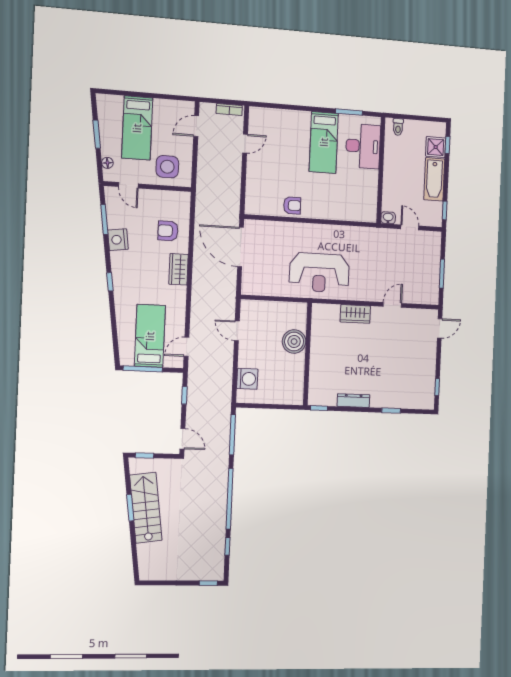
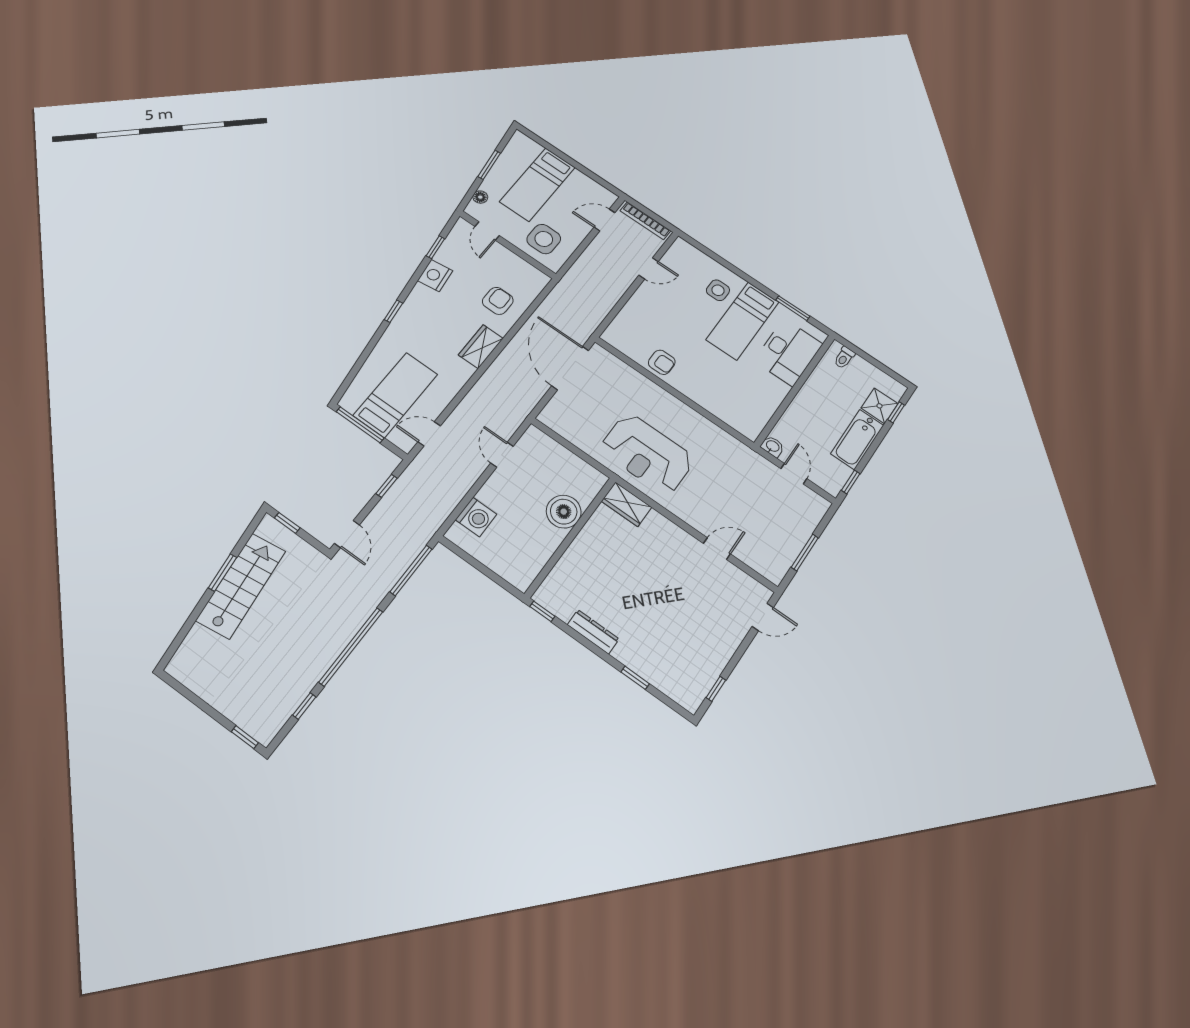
bookcase: (229, 110) -> (645, 221), width x1.56
side table: (297, 130) -> (718, 290), added
window: (104, 219) -> (435, 247), width x0.67
armchair: (168, 231) -> (498, 301), turned 90
wardrobe: (355, 314) -> (627, 504), moved

